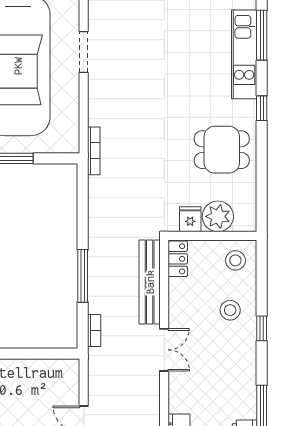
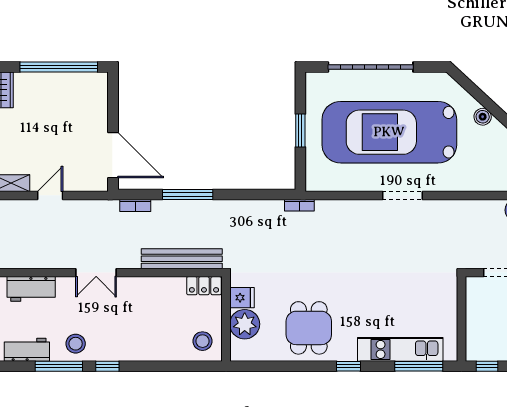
bookcase: (94, 151) -> (299, 205), width x0.64
stool: (230, 310) -> (76, 344), moved
window: (262, 328) -> (107, 366), moved
double door: (164, 350) -> (96, 273), moved
door: (42, 354) -> (113, 155), added

